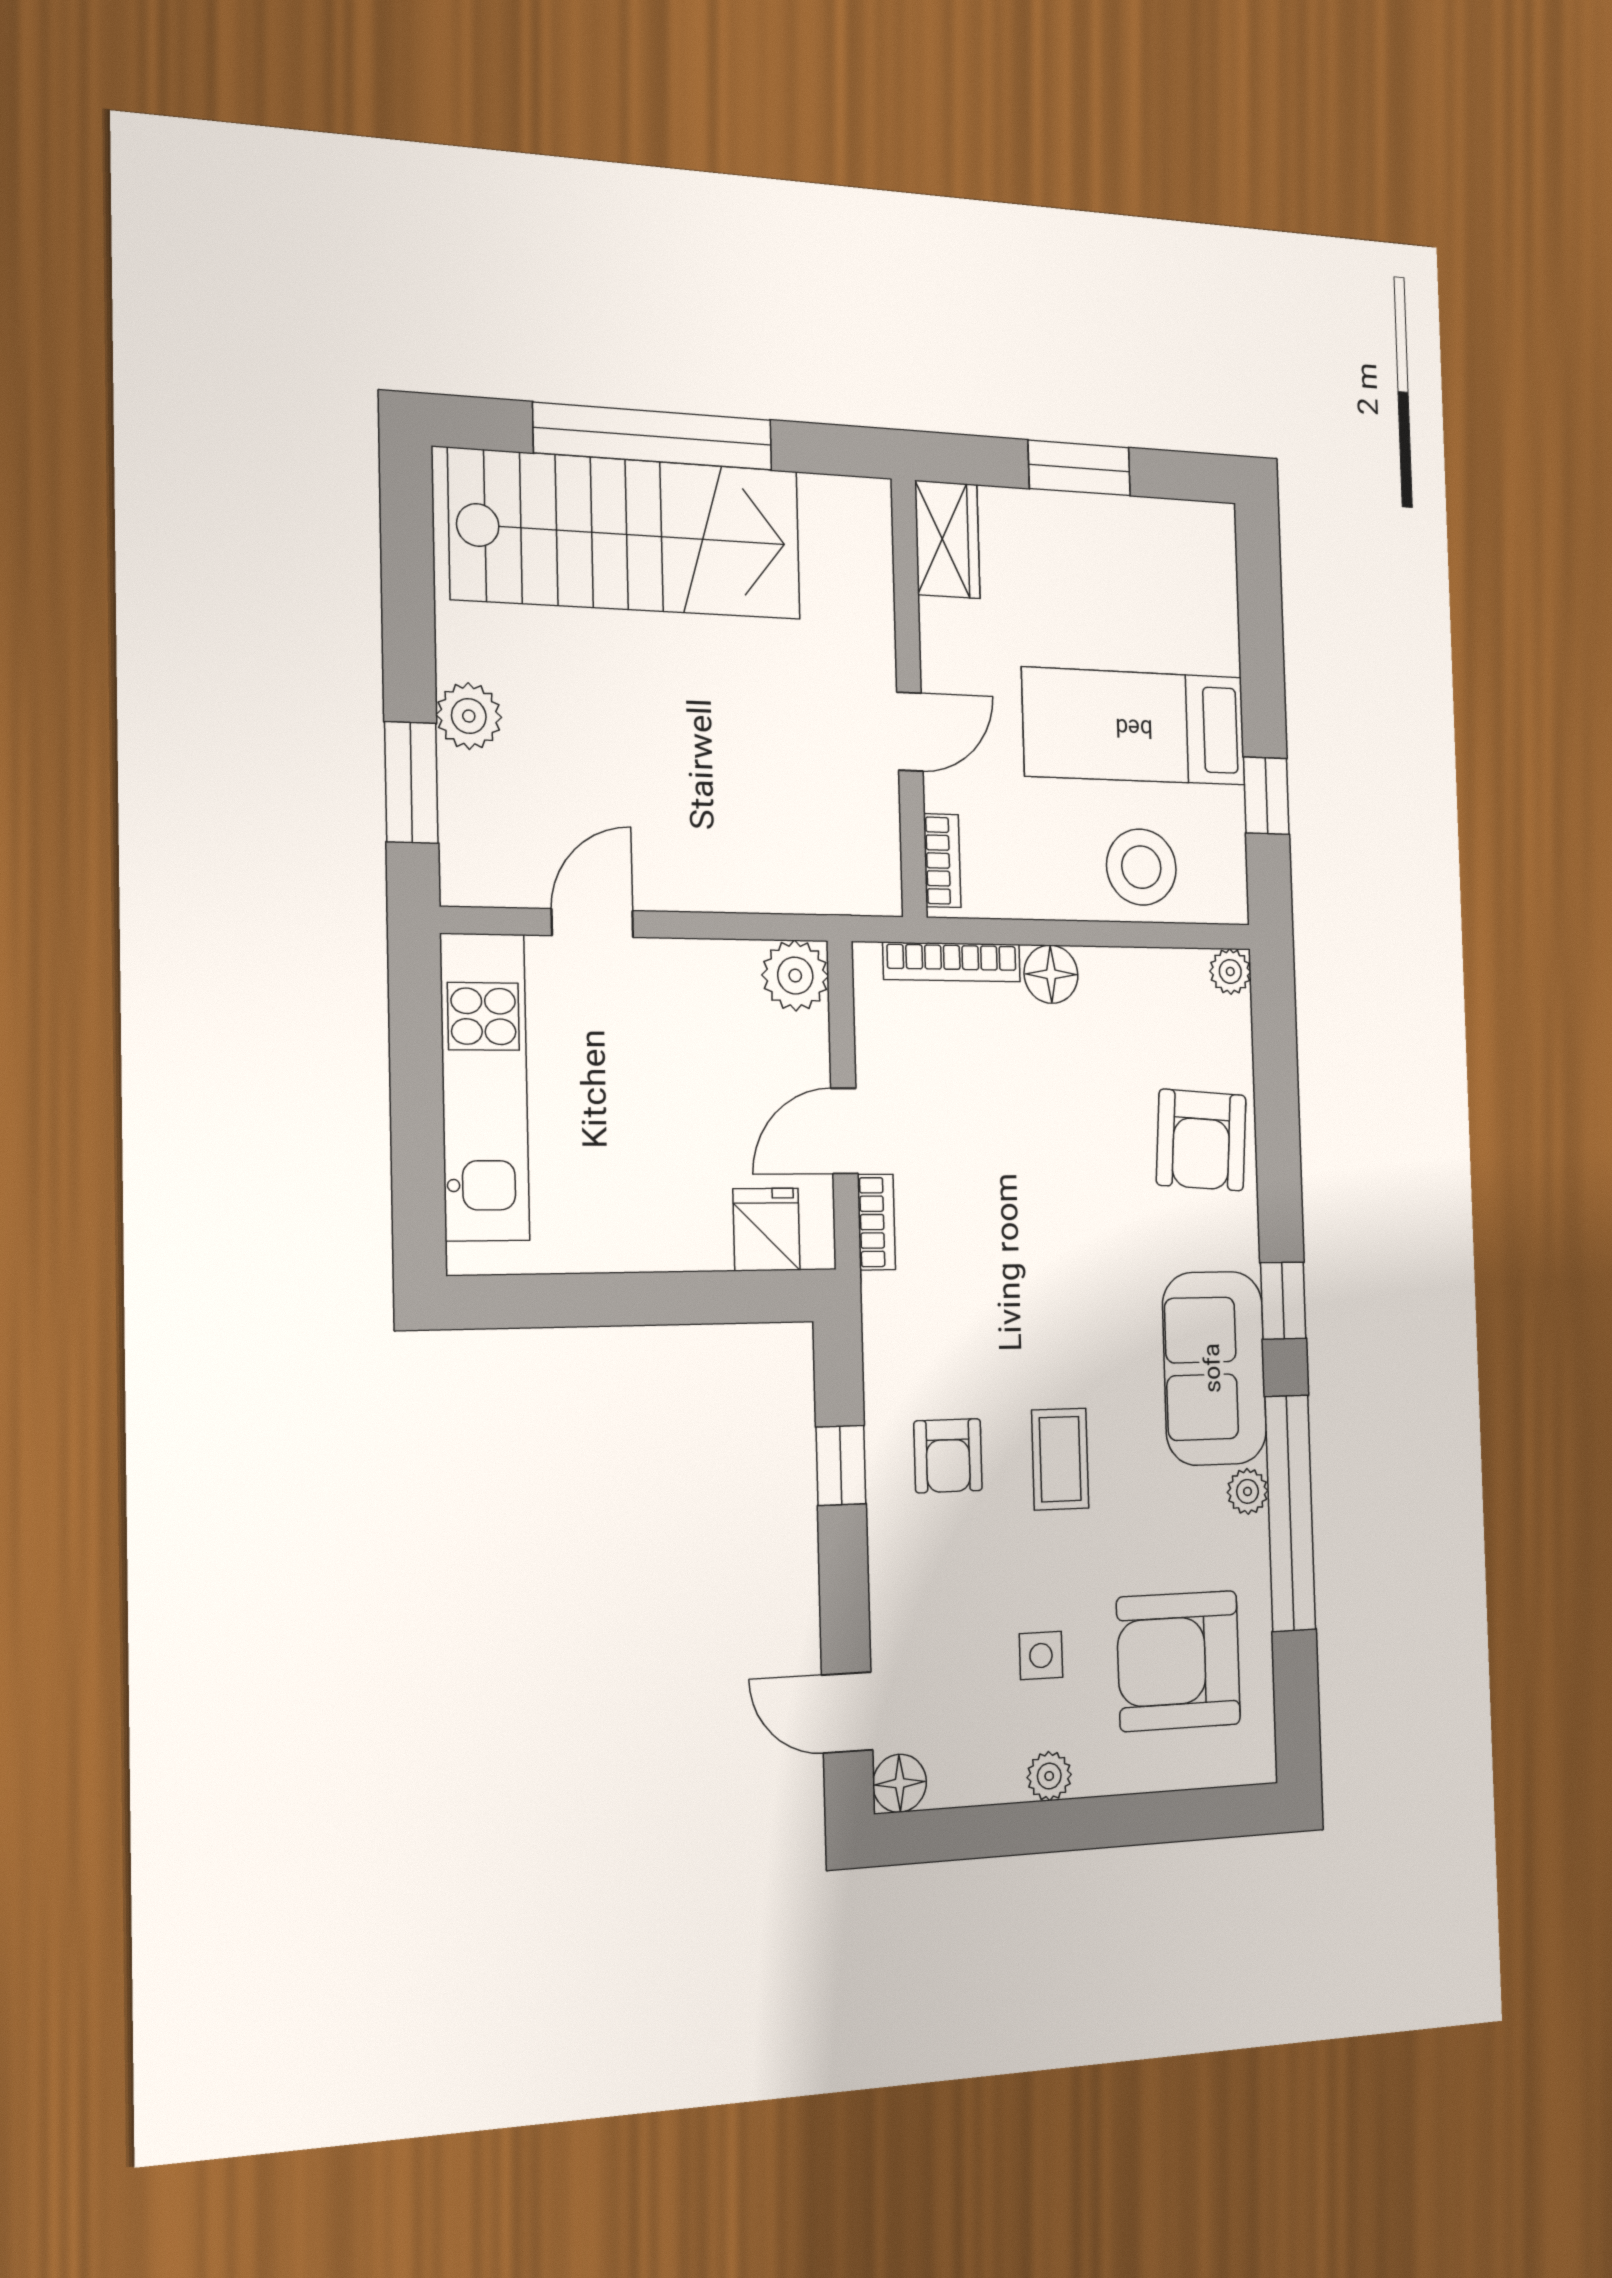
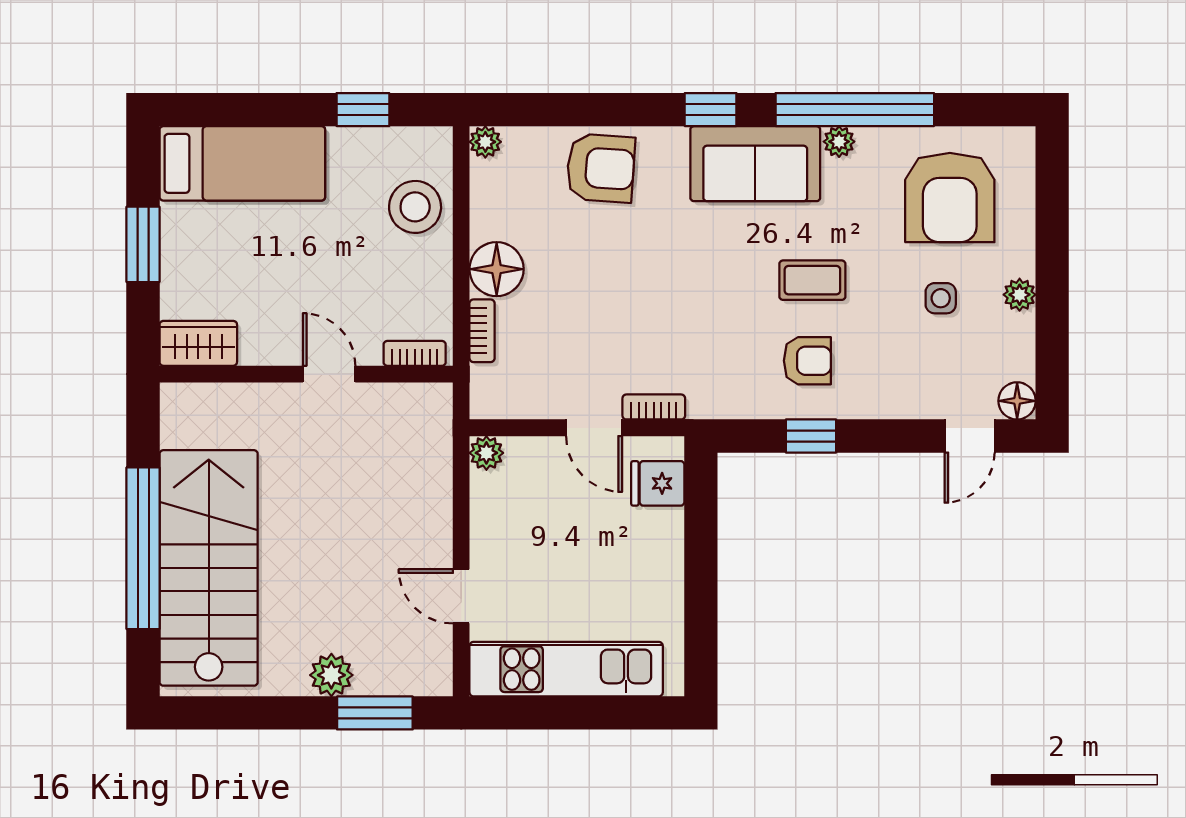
bed: (1134, 726) -> (242, 163), moved, turned -90
bookcase: (952, 962) -> (482, 331), width x0.64
floor lamp: (1051, 974) -> (497, 269), width x1.38, depth x1.38
plant: (795, 976) -> (486, 453), width x0.73, depth x0.73

